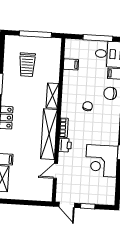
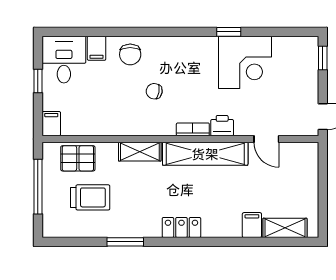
window: (98, 38) -> (38, 81), width x0.46
pallet: (51, 59) -> (78, 158), added
filing cabinet: (71, 64) -> (51, 124), moved
window: (88, 206) -> (323, 58), moved

